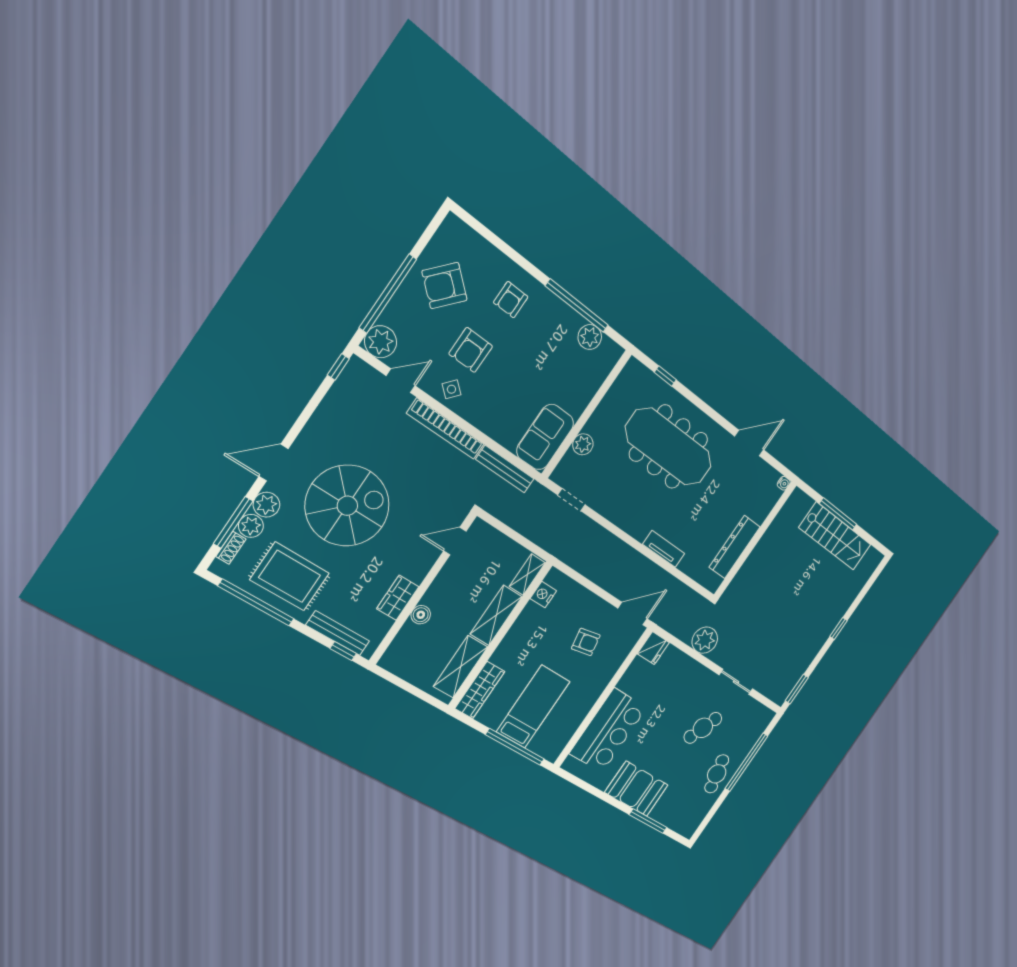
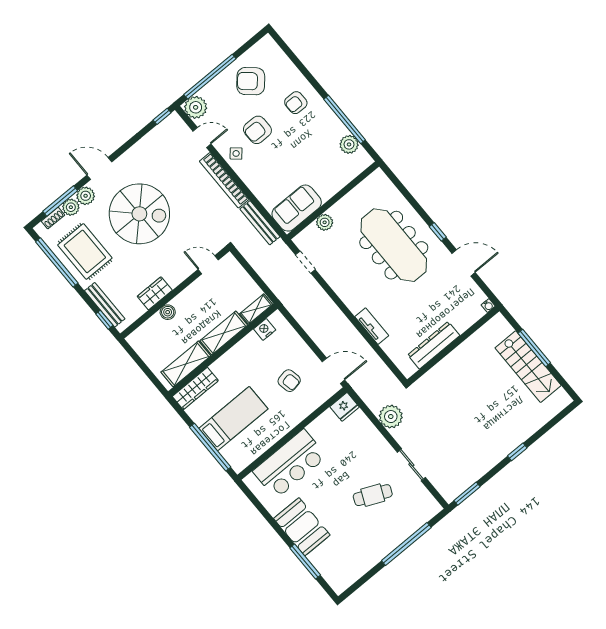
window: (665, 376) -> (438, 232), moved
cafe table: (717, 774) -> (376, 543), removed

